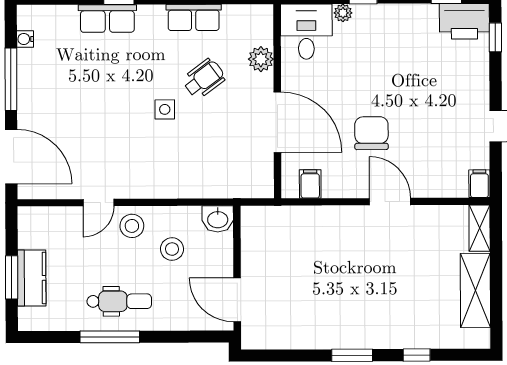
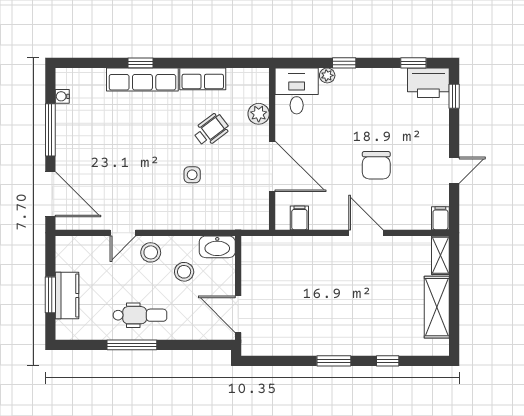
row of seats: (107, 18) -> (142, 79), width x1.48
side table: (165, 109) -> (192, 175), moved
chair: (371, 133) -> (376, 165), moved, turned 180
washbasin: (218, 219) -> (217, 247), width x1.38

